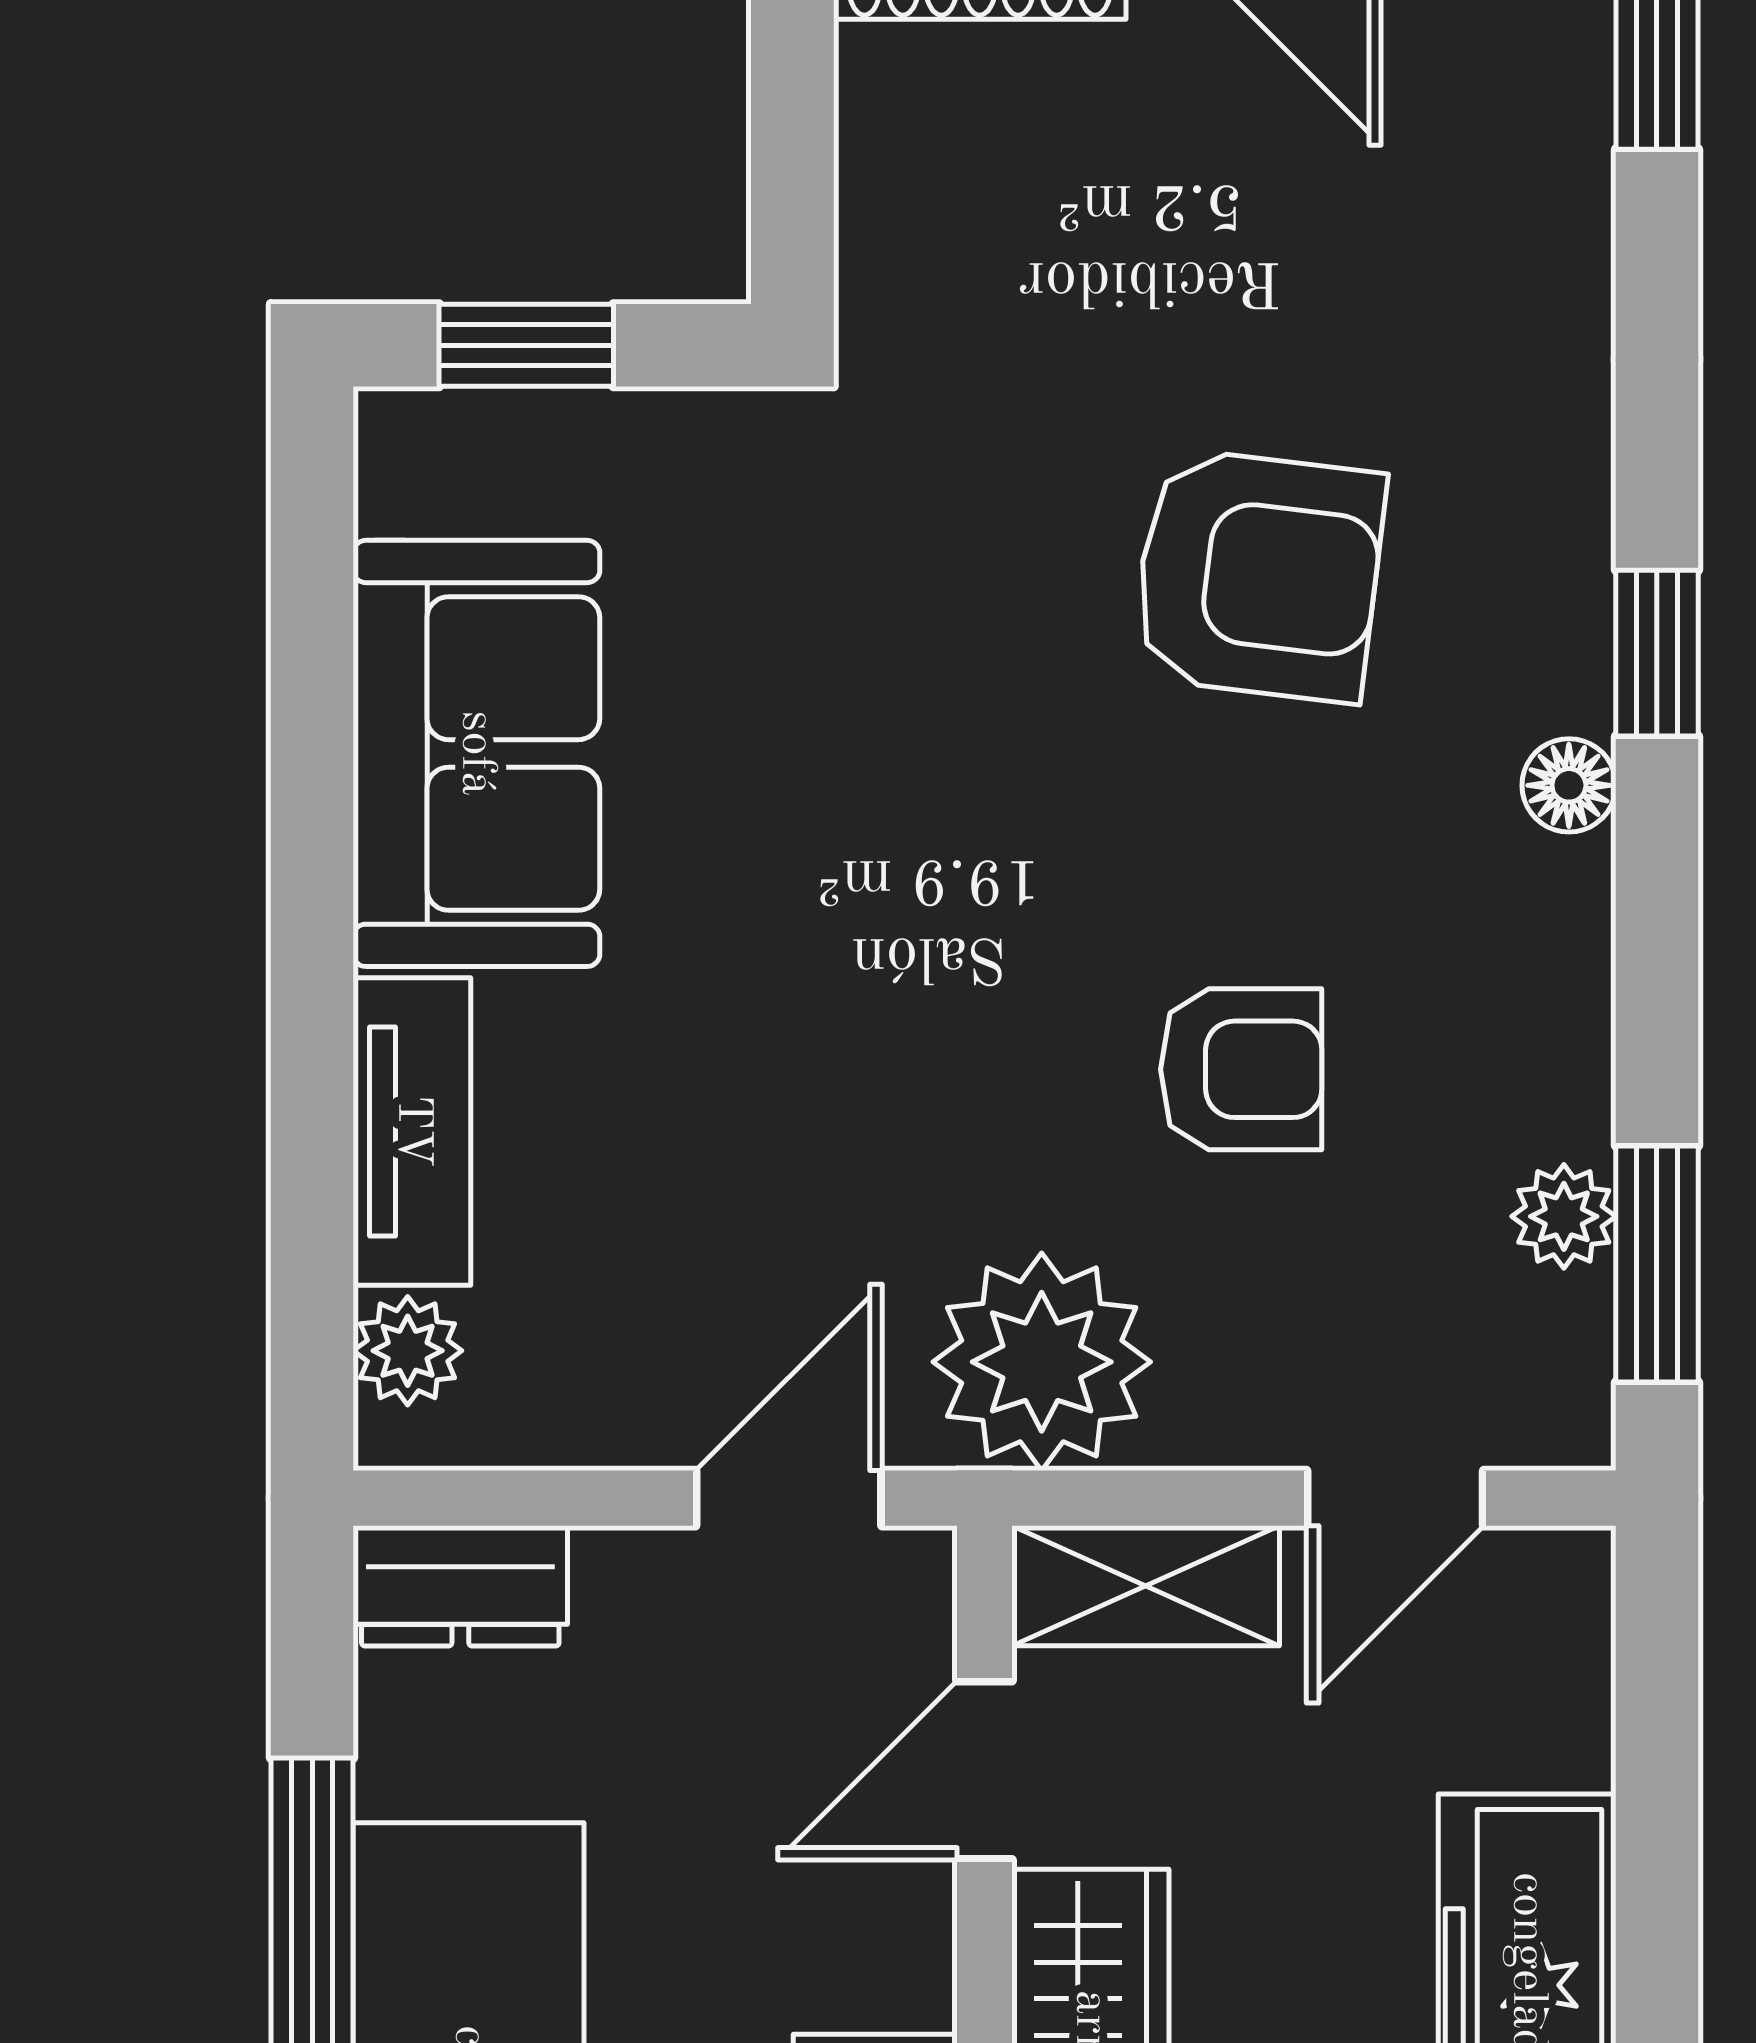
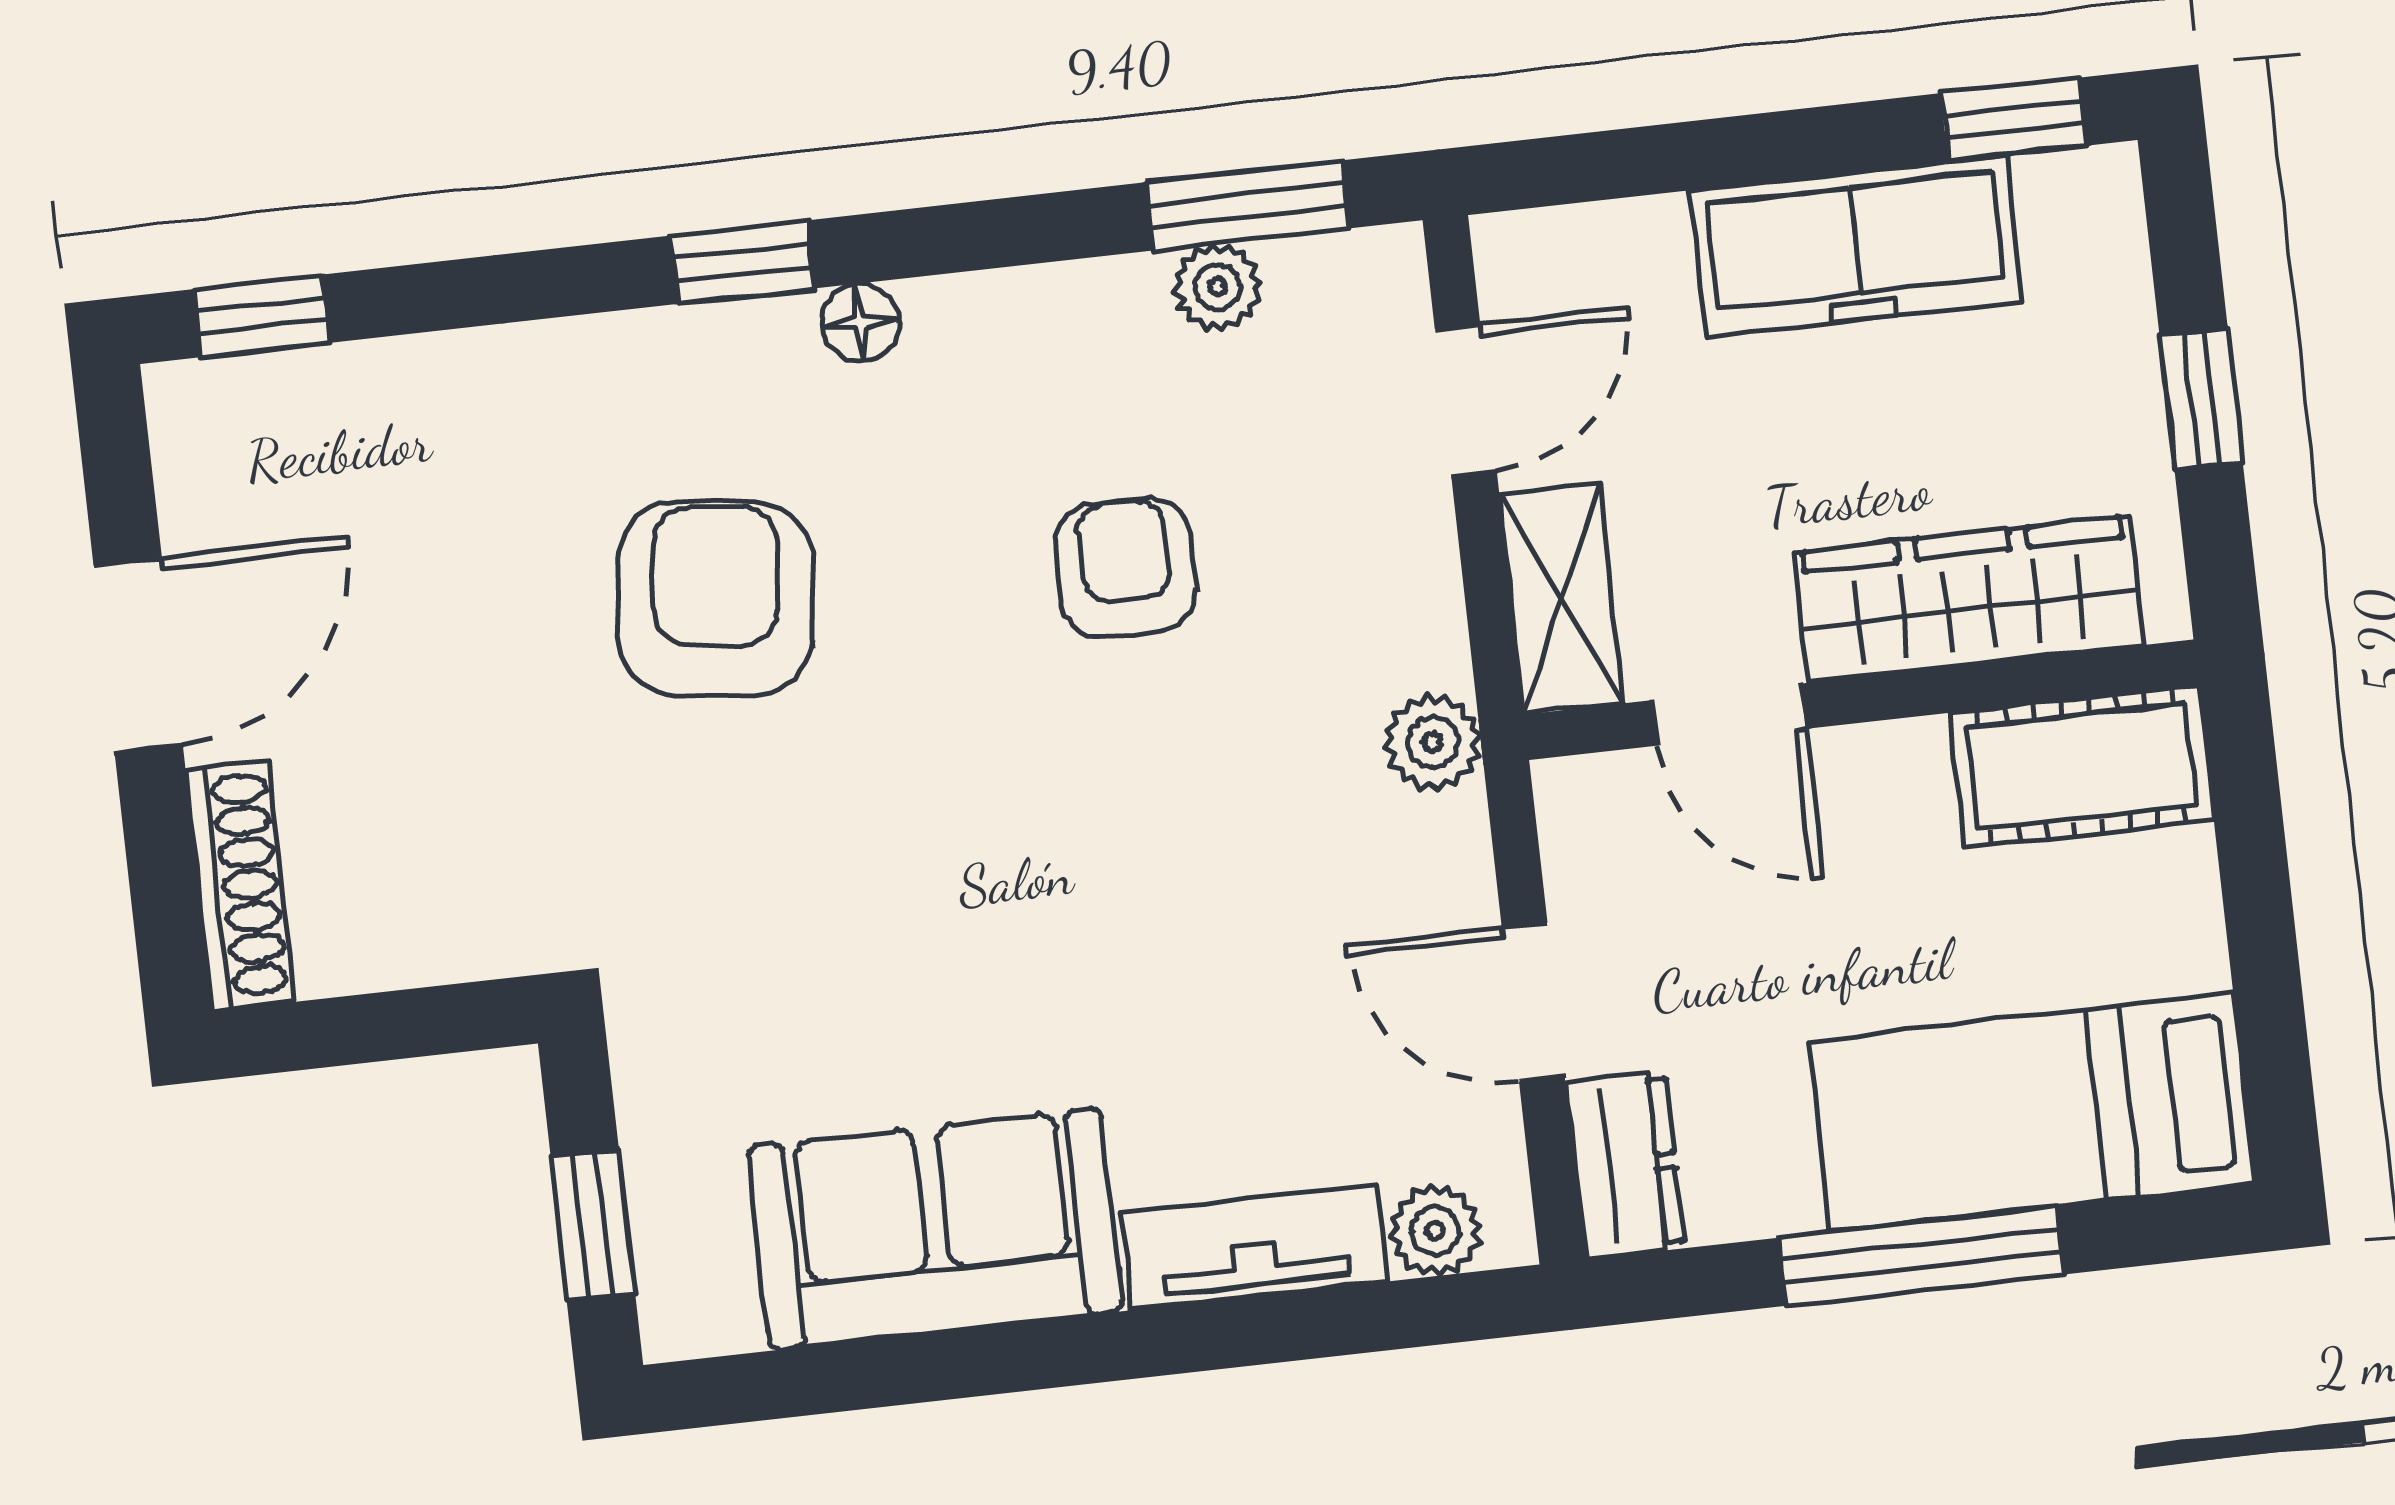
plant: (1042, 1362) -> (1433, 742), width x0.53, depth x0.53
door: (789, 1498) -> (1533, 1002), moved
door: (1395, 1498) -> (1466, 400), hinge flipped

